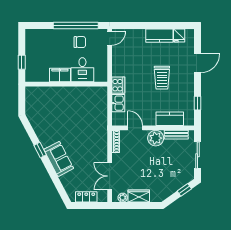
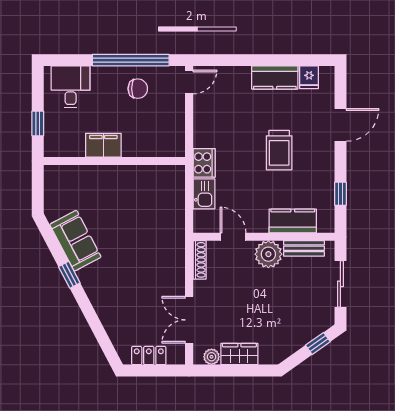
desk: (82, 70) -> (71, 87), moved, turned 180
sofa: (59, 159) -> (75, 241), moved

